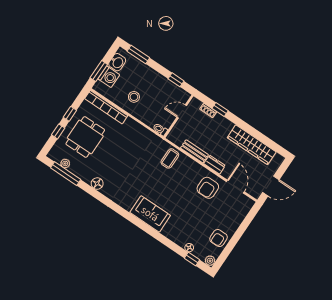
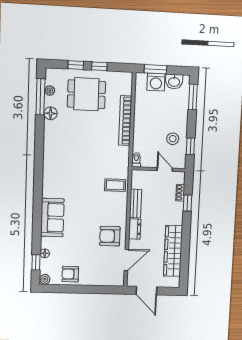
stool: (134, 97) -> (173, 139), moved
bookcase: (106, 107) -> (125, 121), moved
floor lamp: (97, 184) -> (51, 113), moved
sofa: (150, 214) -> (52, 218), moved

